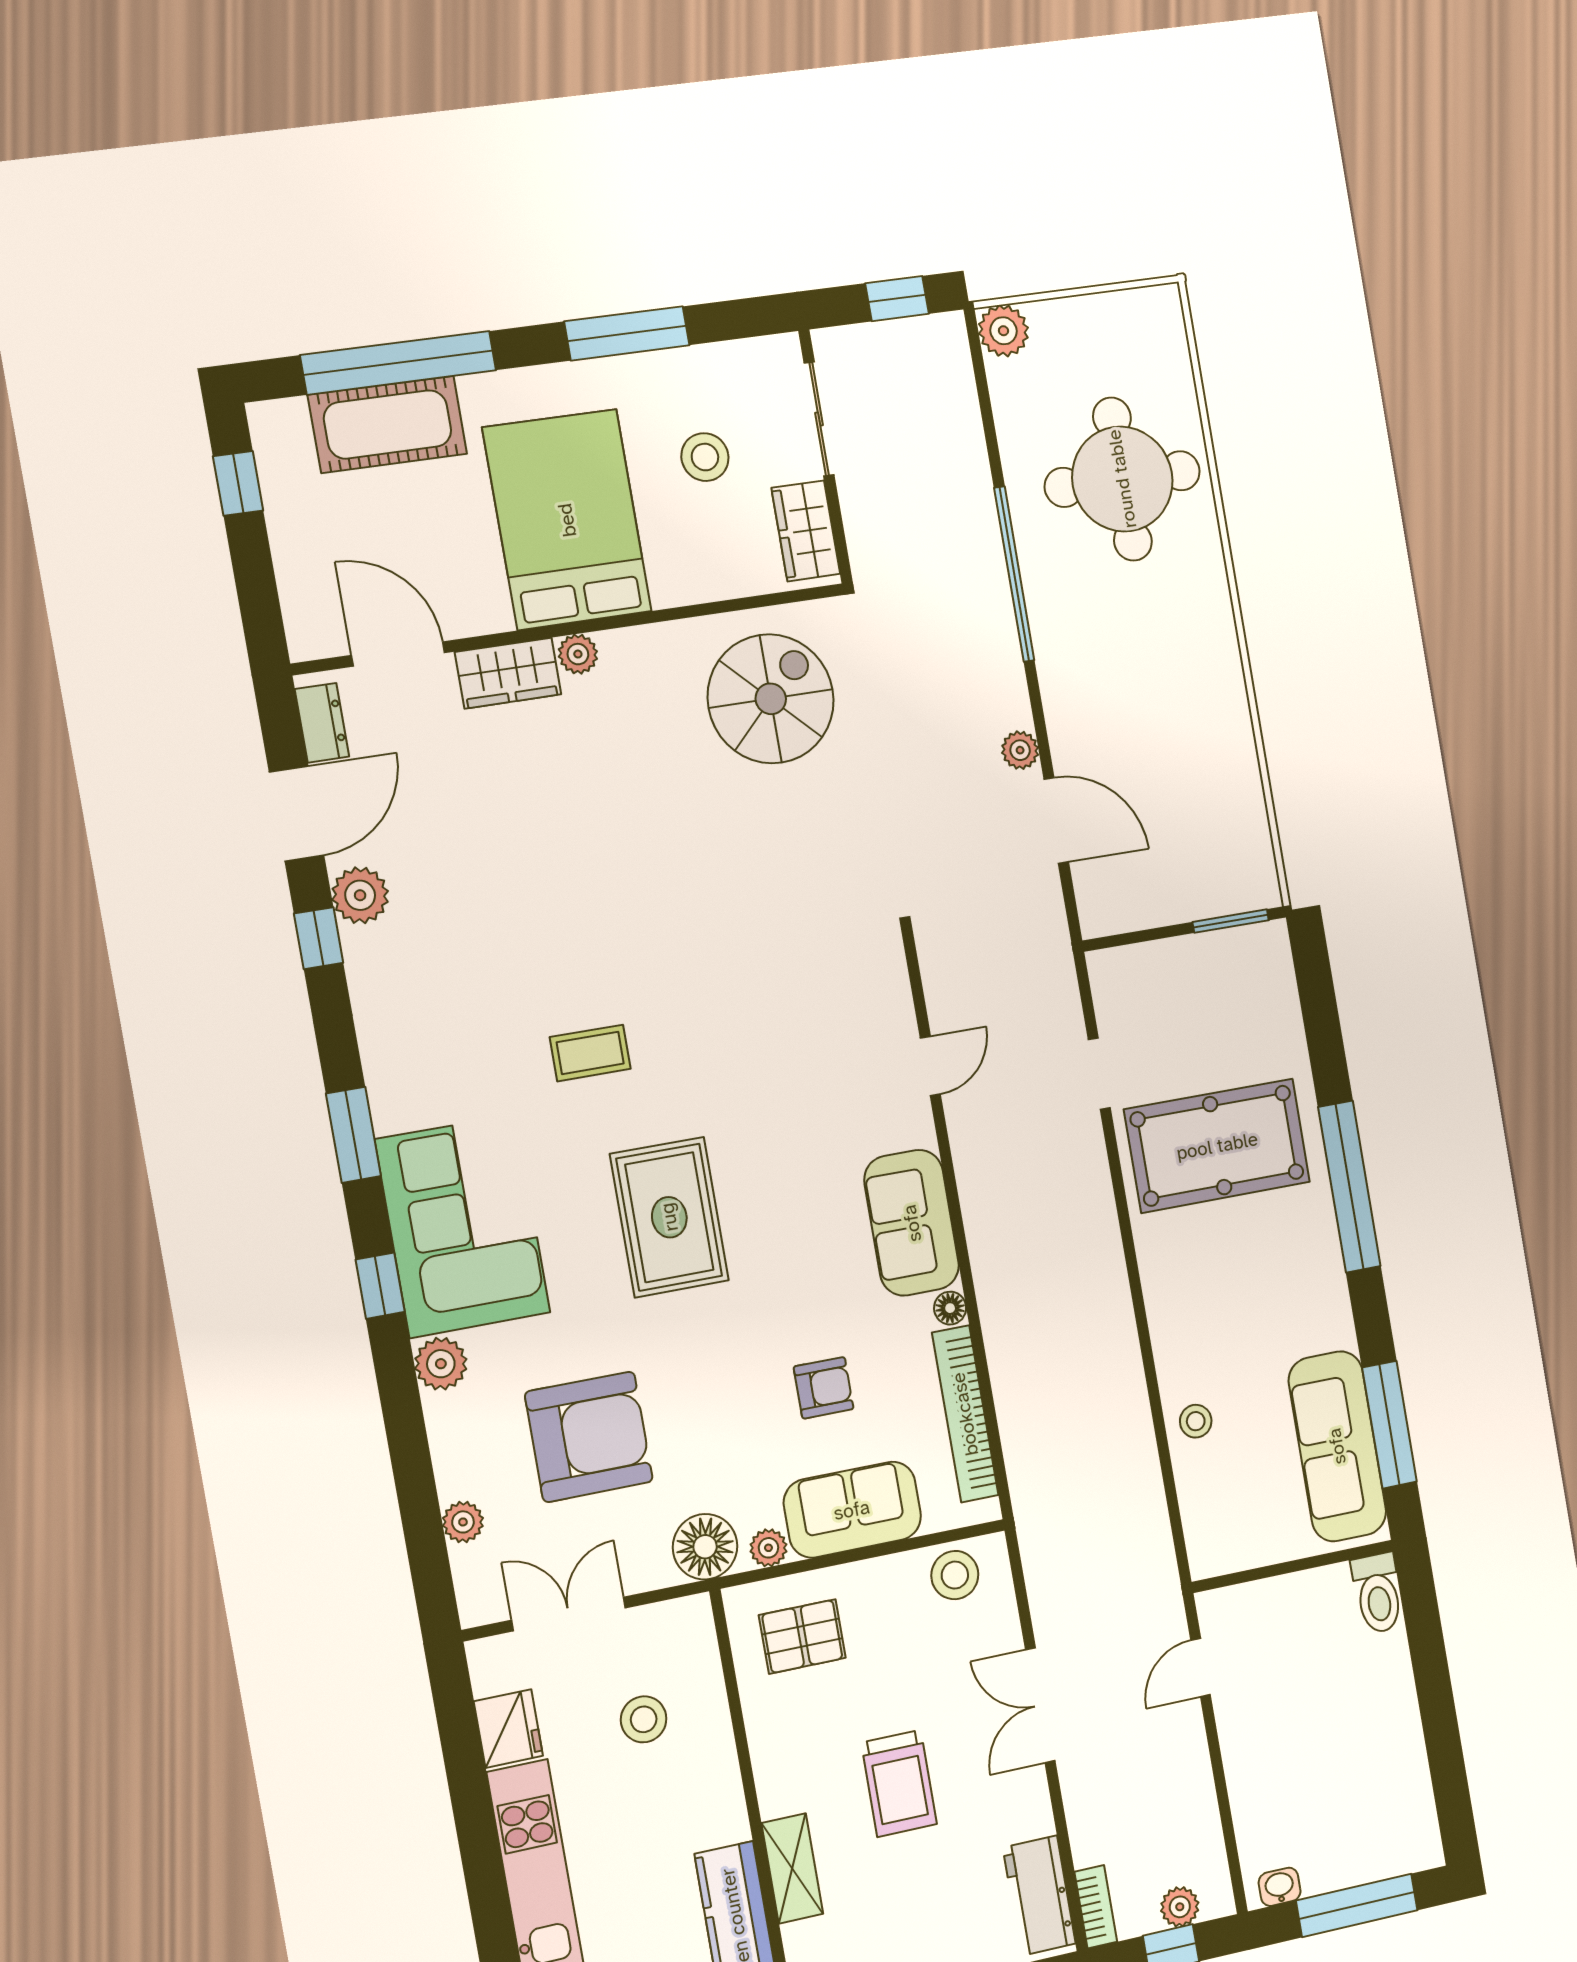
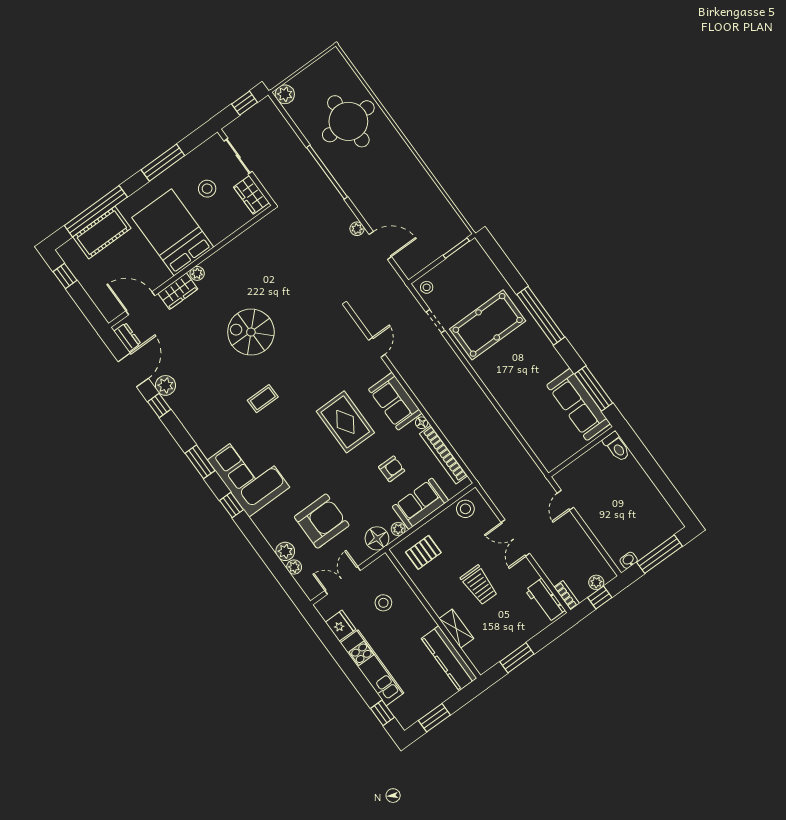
spiral stairs: (771, 699) -> (251, 332), moved, turned -90
rug: (669, 1217) -> (345, 422), moved
plant: (441, 1364) -> (285, 551), moved
stool: (1196, 1421) -> (427, 287), moved

